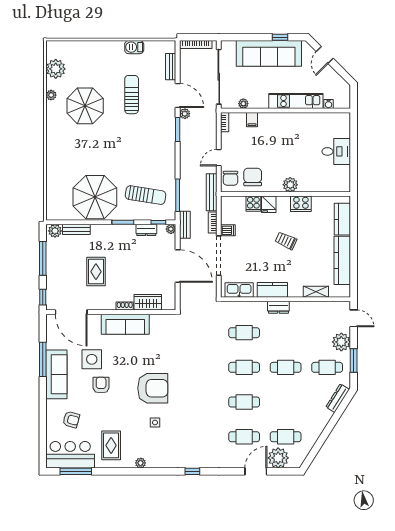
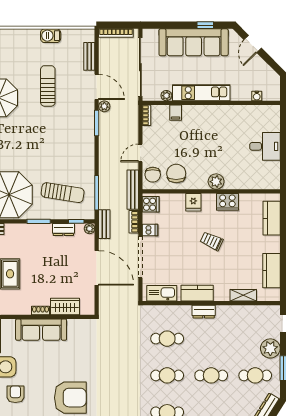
kitchen unit: (296, 101) -> (201, 93), moved
cooker: (253, 204) -> (151, 204), moved, turned -90
kitchen counter: (342, 260) -> (271, 271), width x0.67

